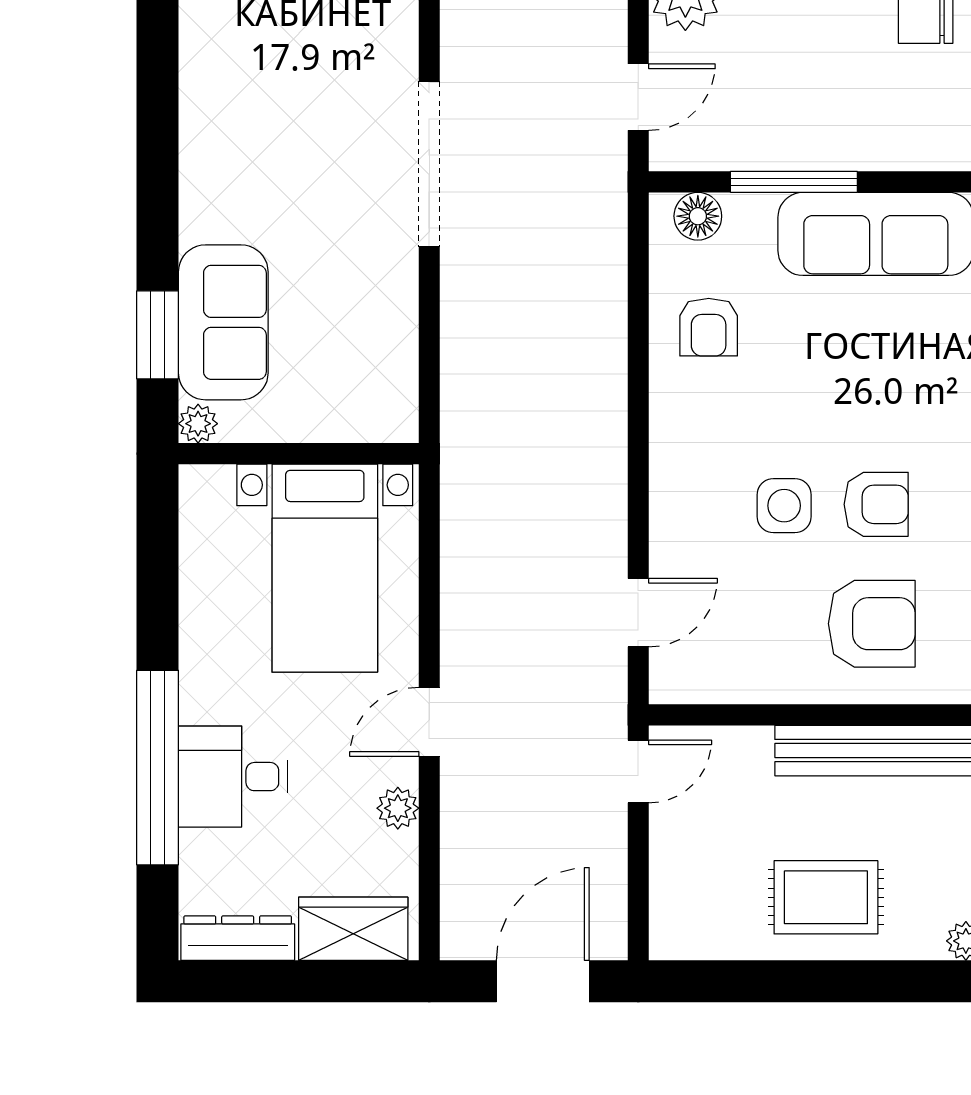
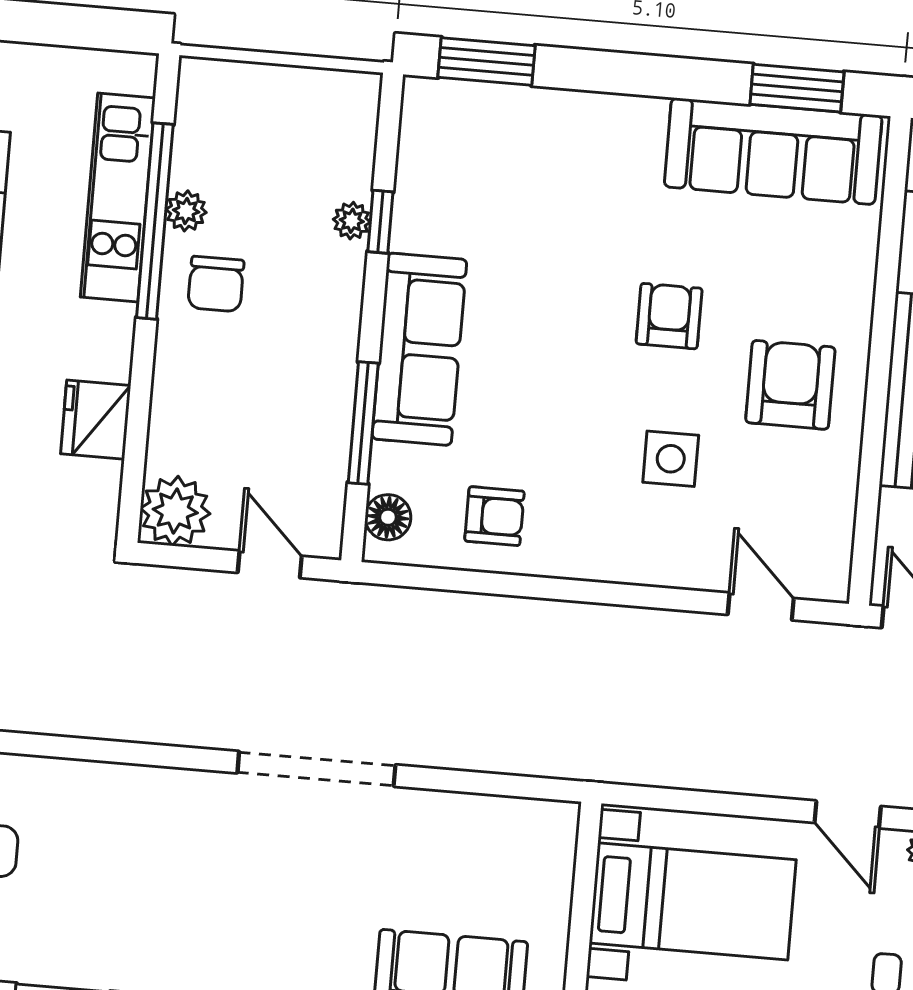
armchair: (876, 504) -> (669, 316), moved

